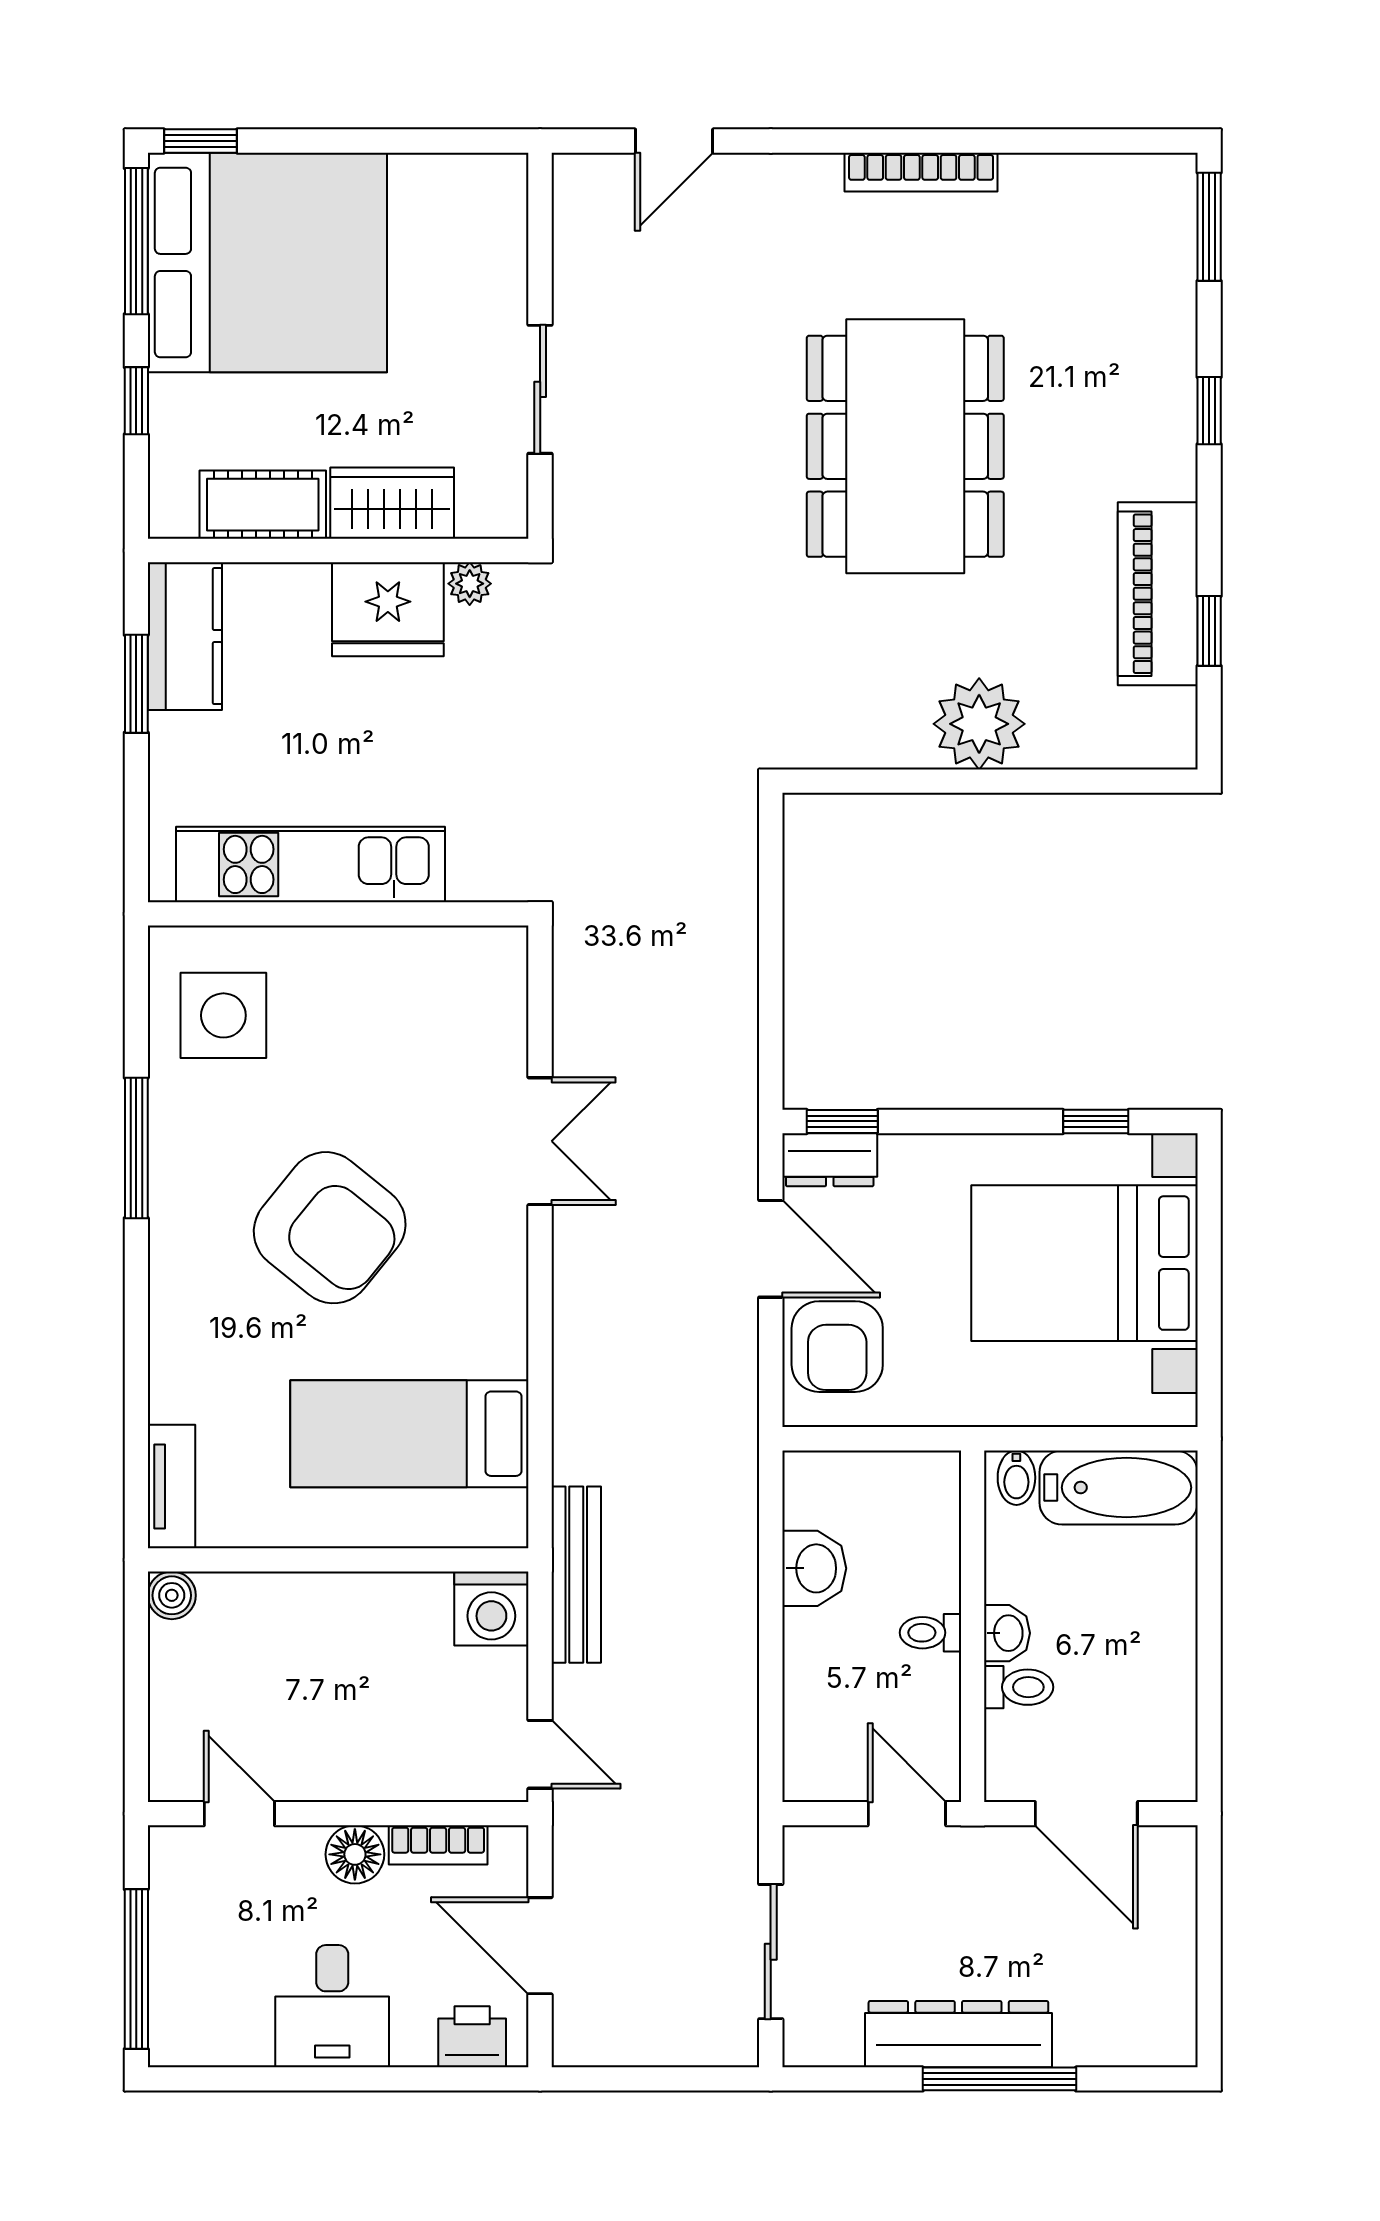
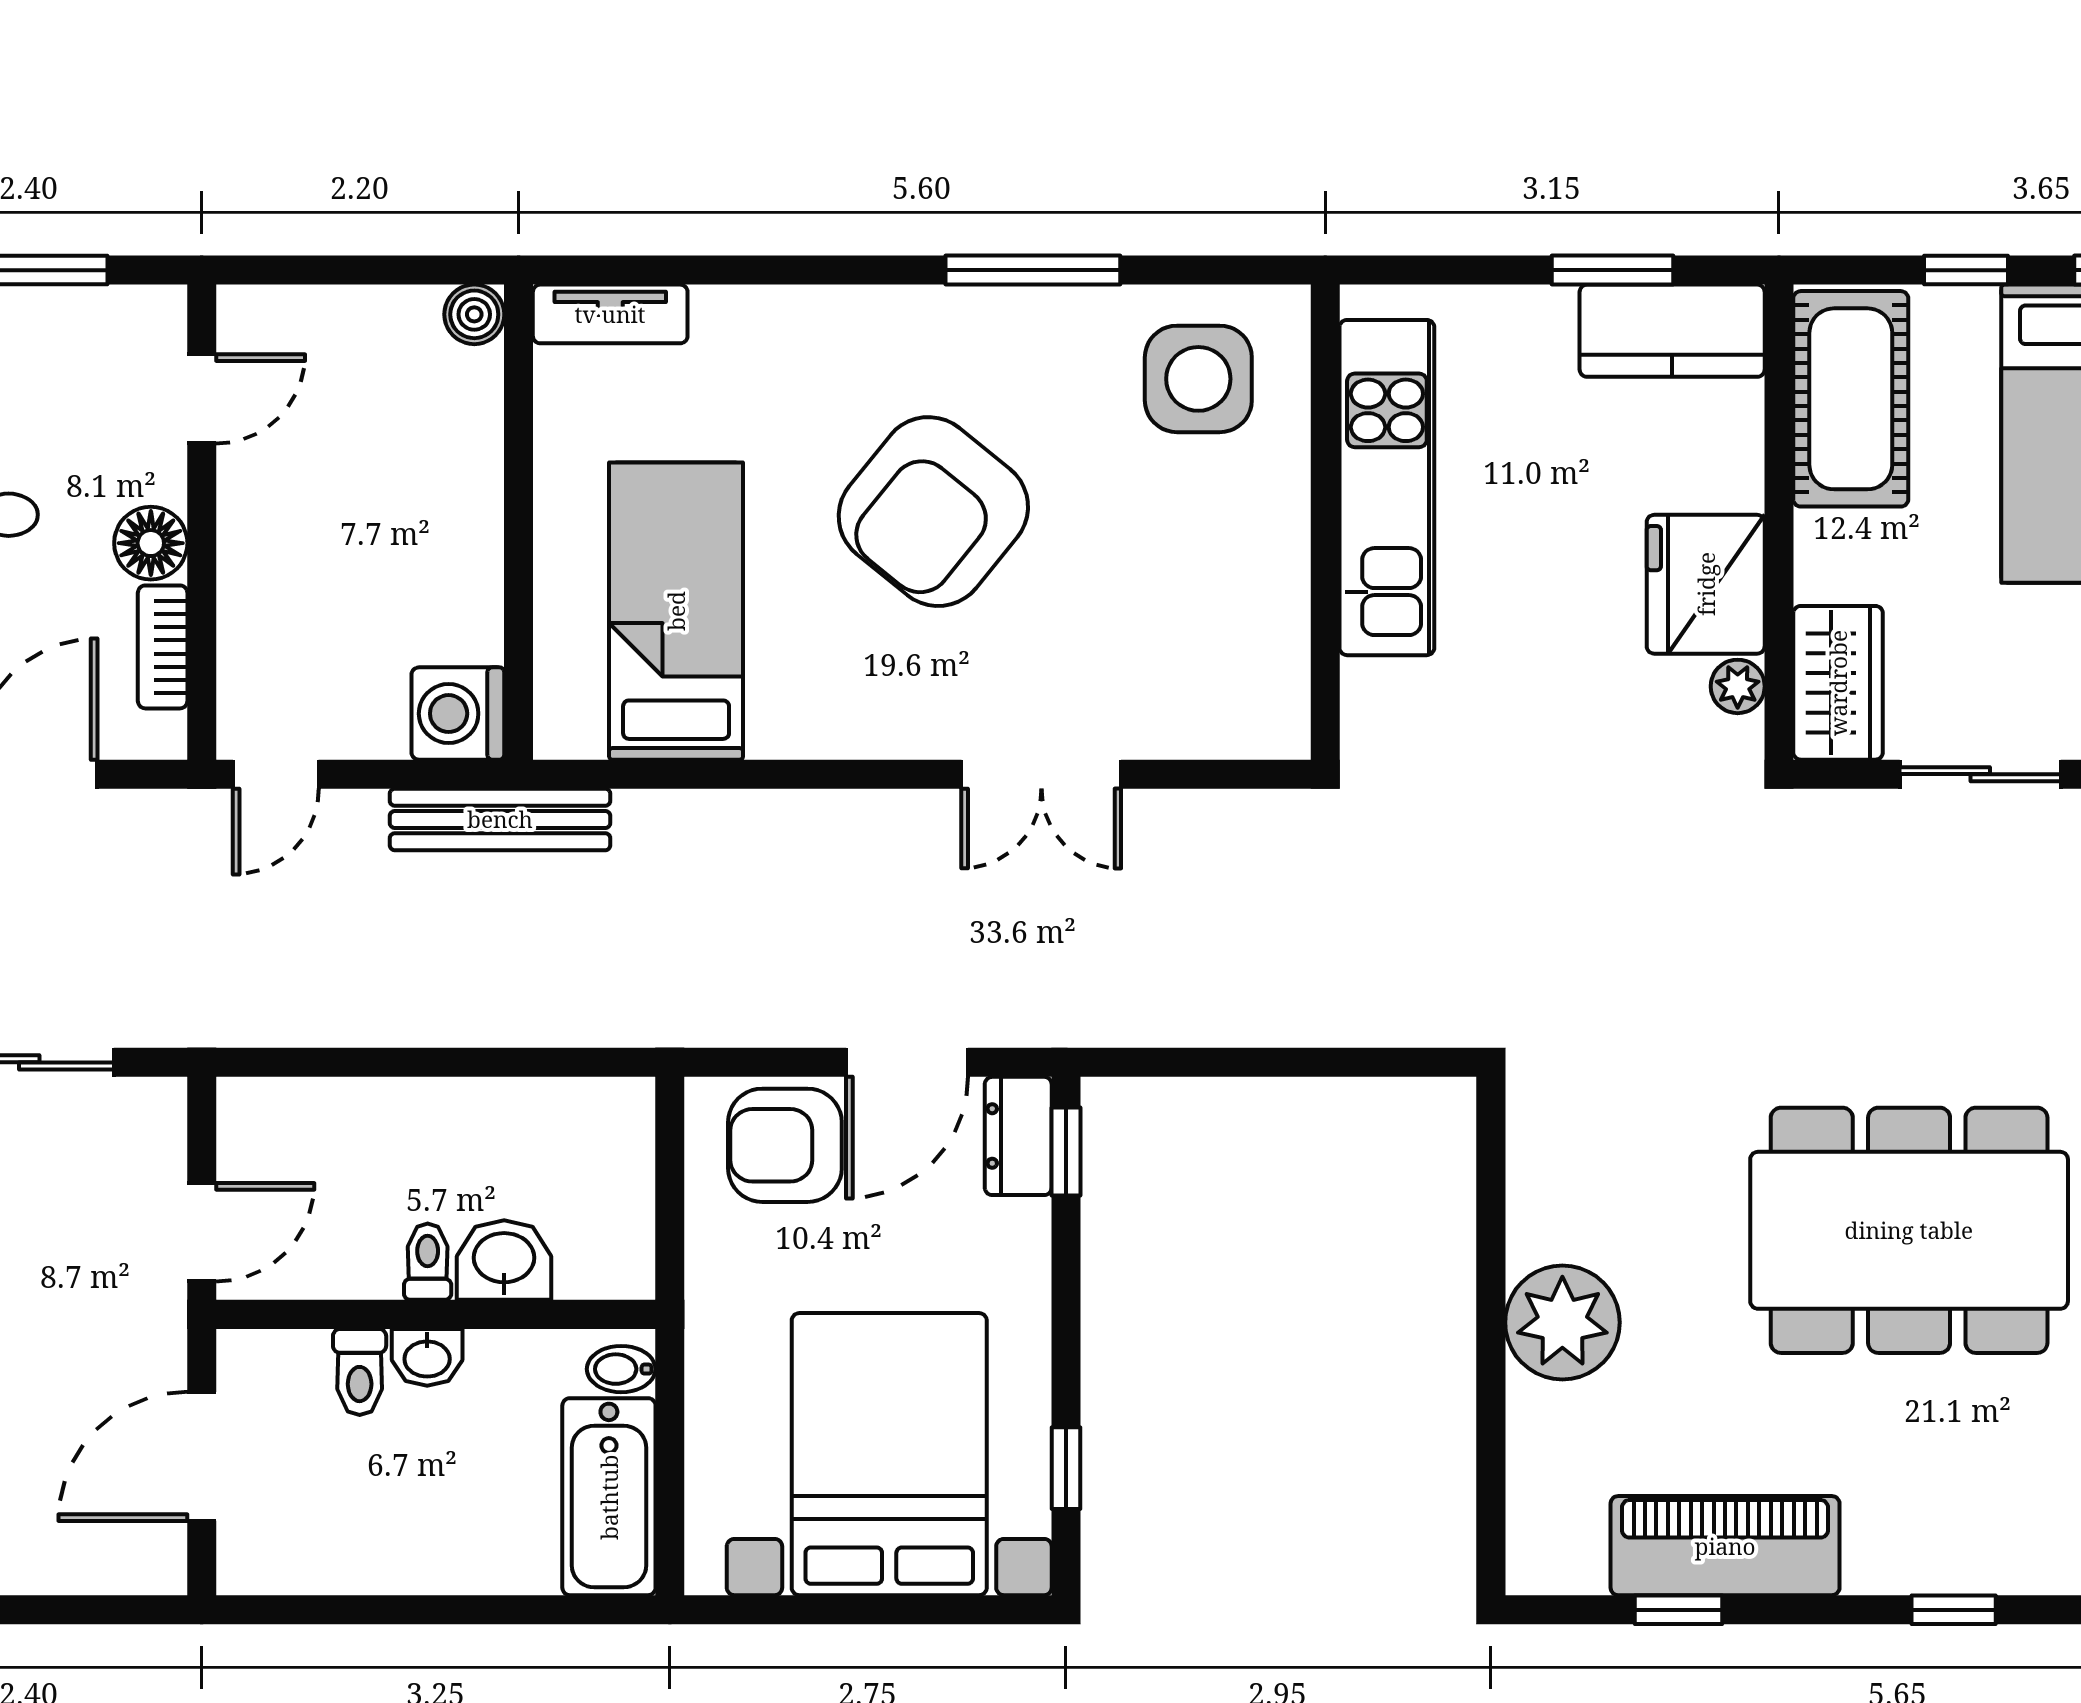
wardrobe: (392, 503) -> (1838, 683), moved
cot: (263, 505) -> (1851, 399), width x1.37, depth x1.34
washbasin: (814, 1568) -> (504, 1260), moved, turned 180

